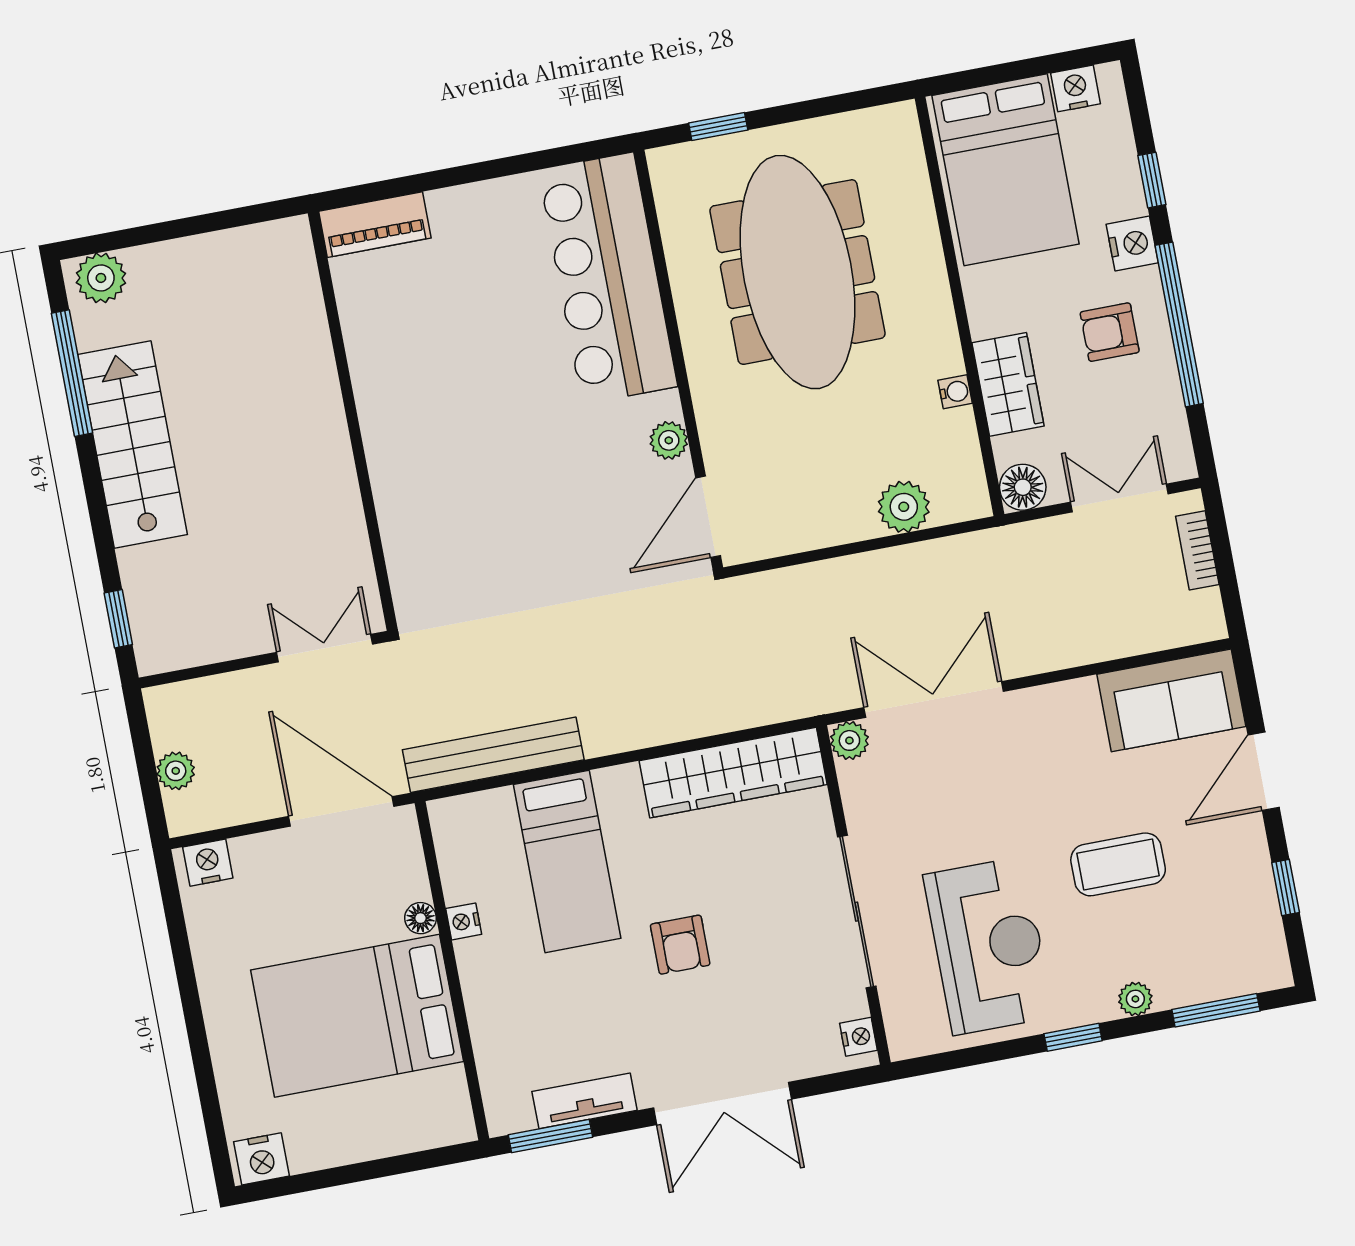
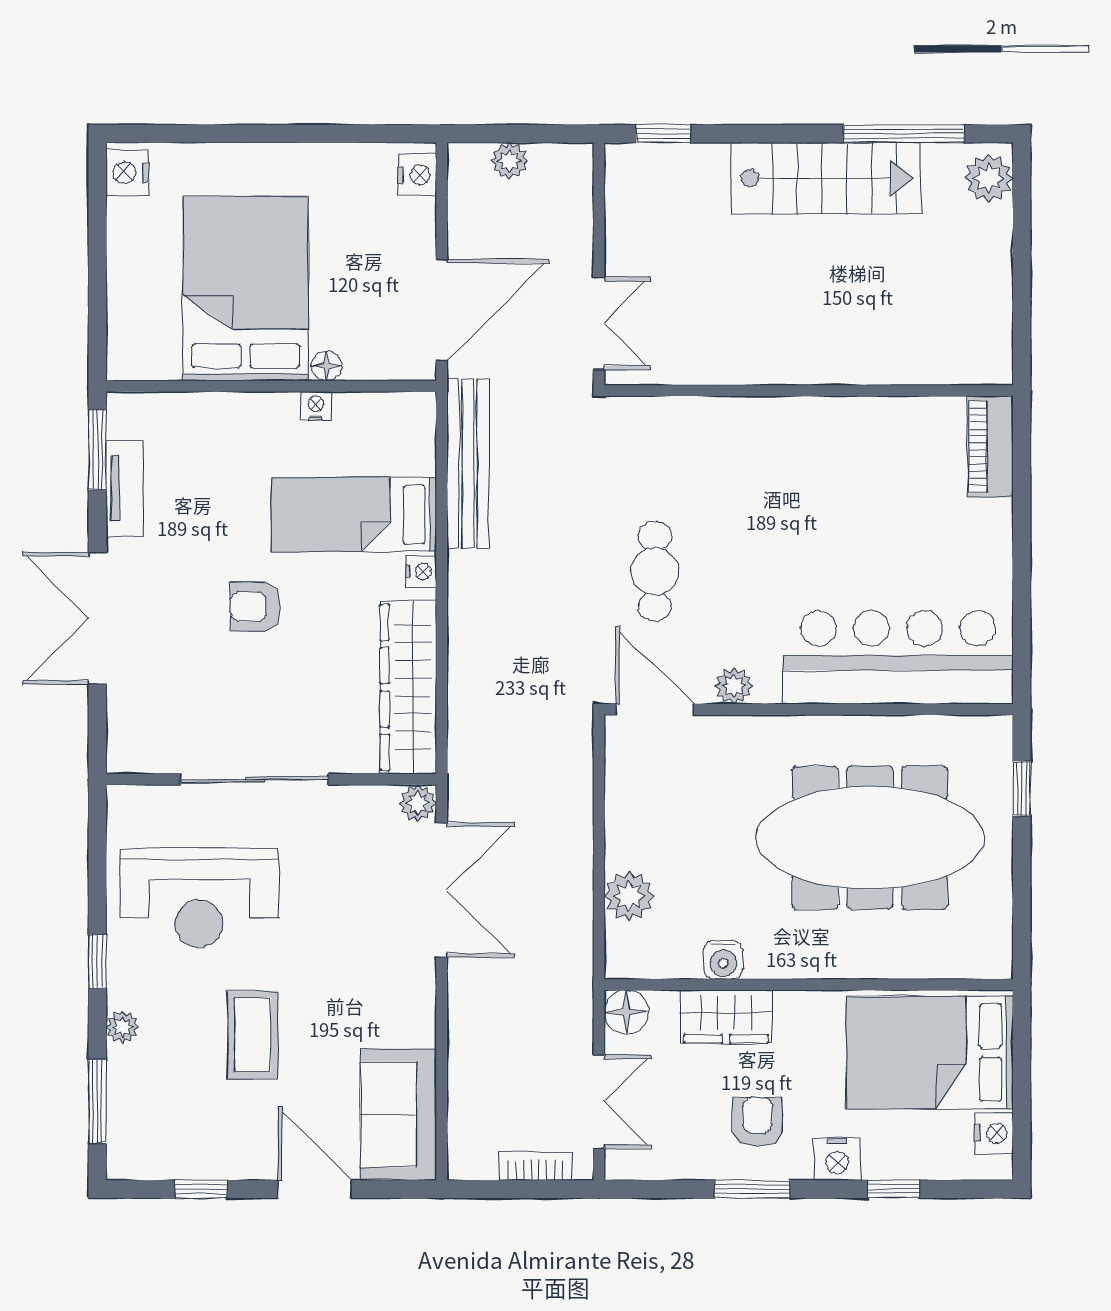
window: (1179, 324) -> (752, 1189), width x0.47
water cooler: (955, 392) -> (723, 960), width x1.38, depth x1.38
cafe table: (567, 543) -> (655, 571), added
nightstand: (858, 1037) -> (421, 572), moved, turned -90

